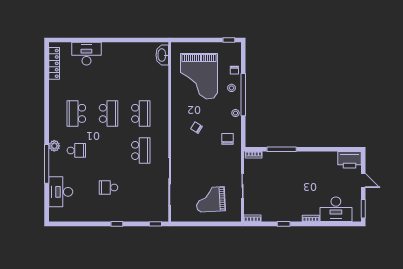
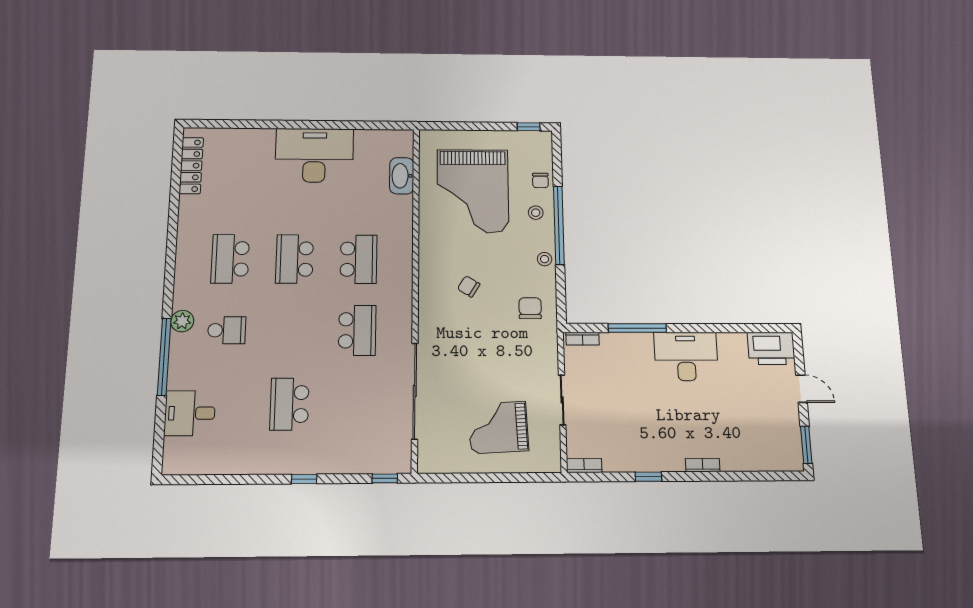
desk: (86, 54) -> (314, 155), moved, width x1.36, depth x1.30
washbasin: (162, 55) -> (402, 176), moved
school desk: (109, 113) -> (295, 259), turned 180
school desk: (109, 188) -> (289, 404), width x1.85
desk: (61, 192) -> (190, 413), width x0.73
desk: (336, 209) -> (686, 356), moved, turned 180

